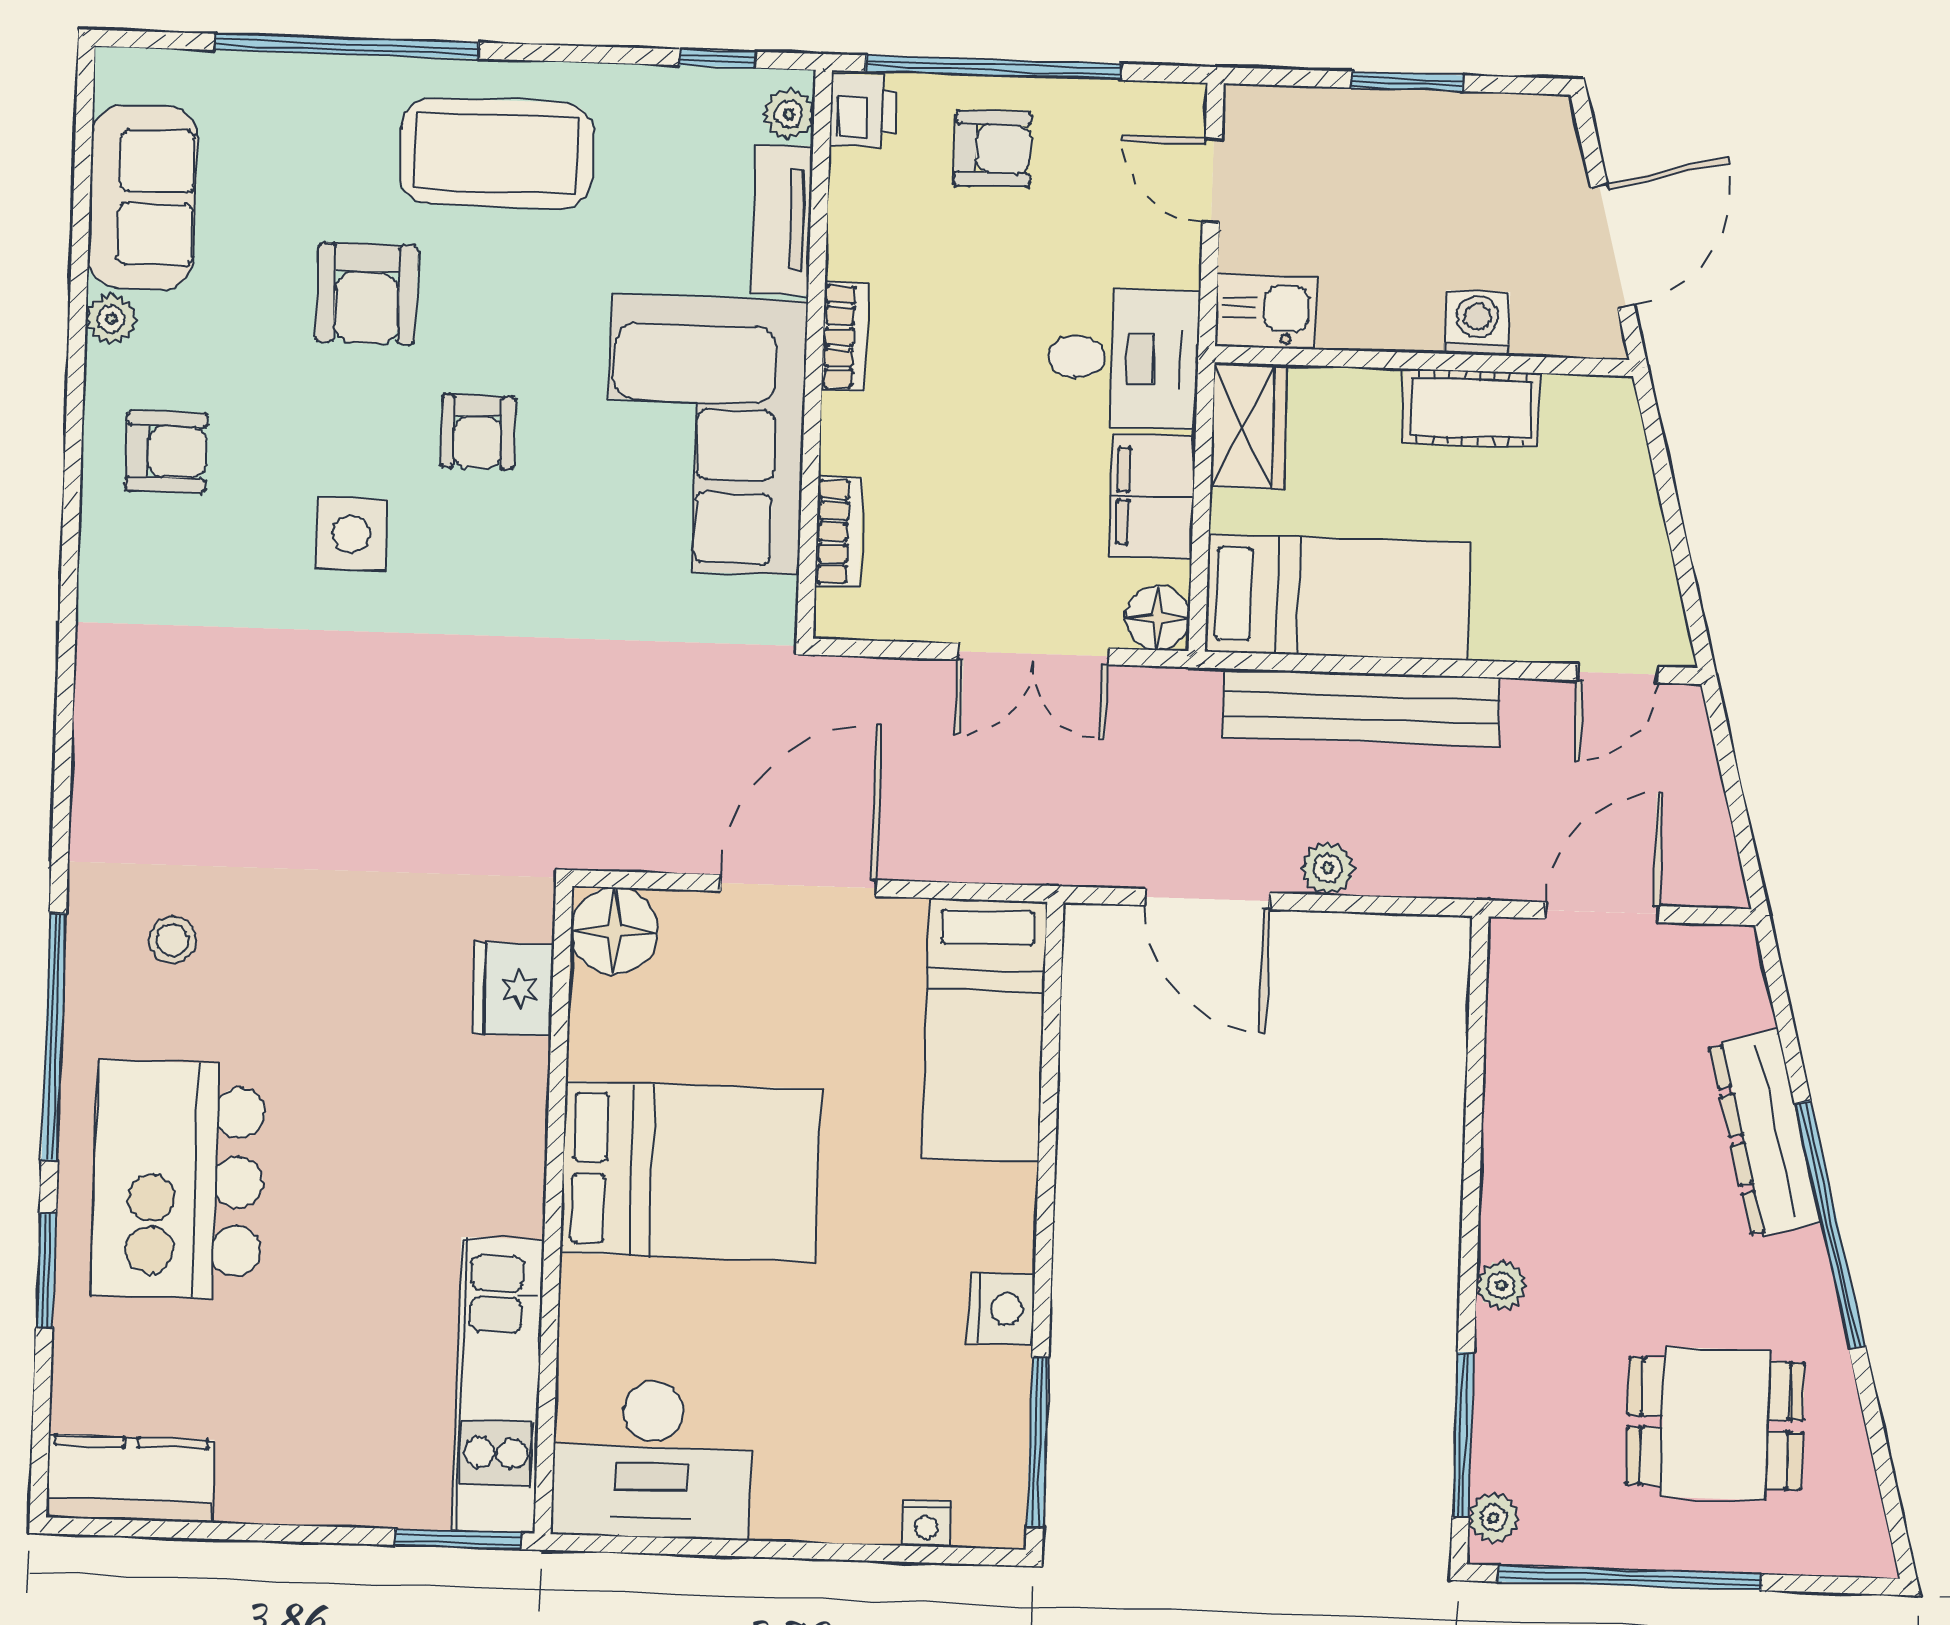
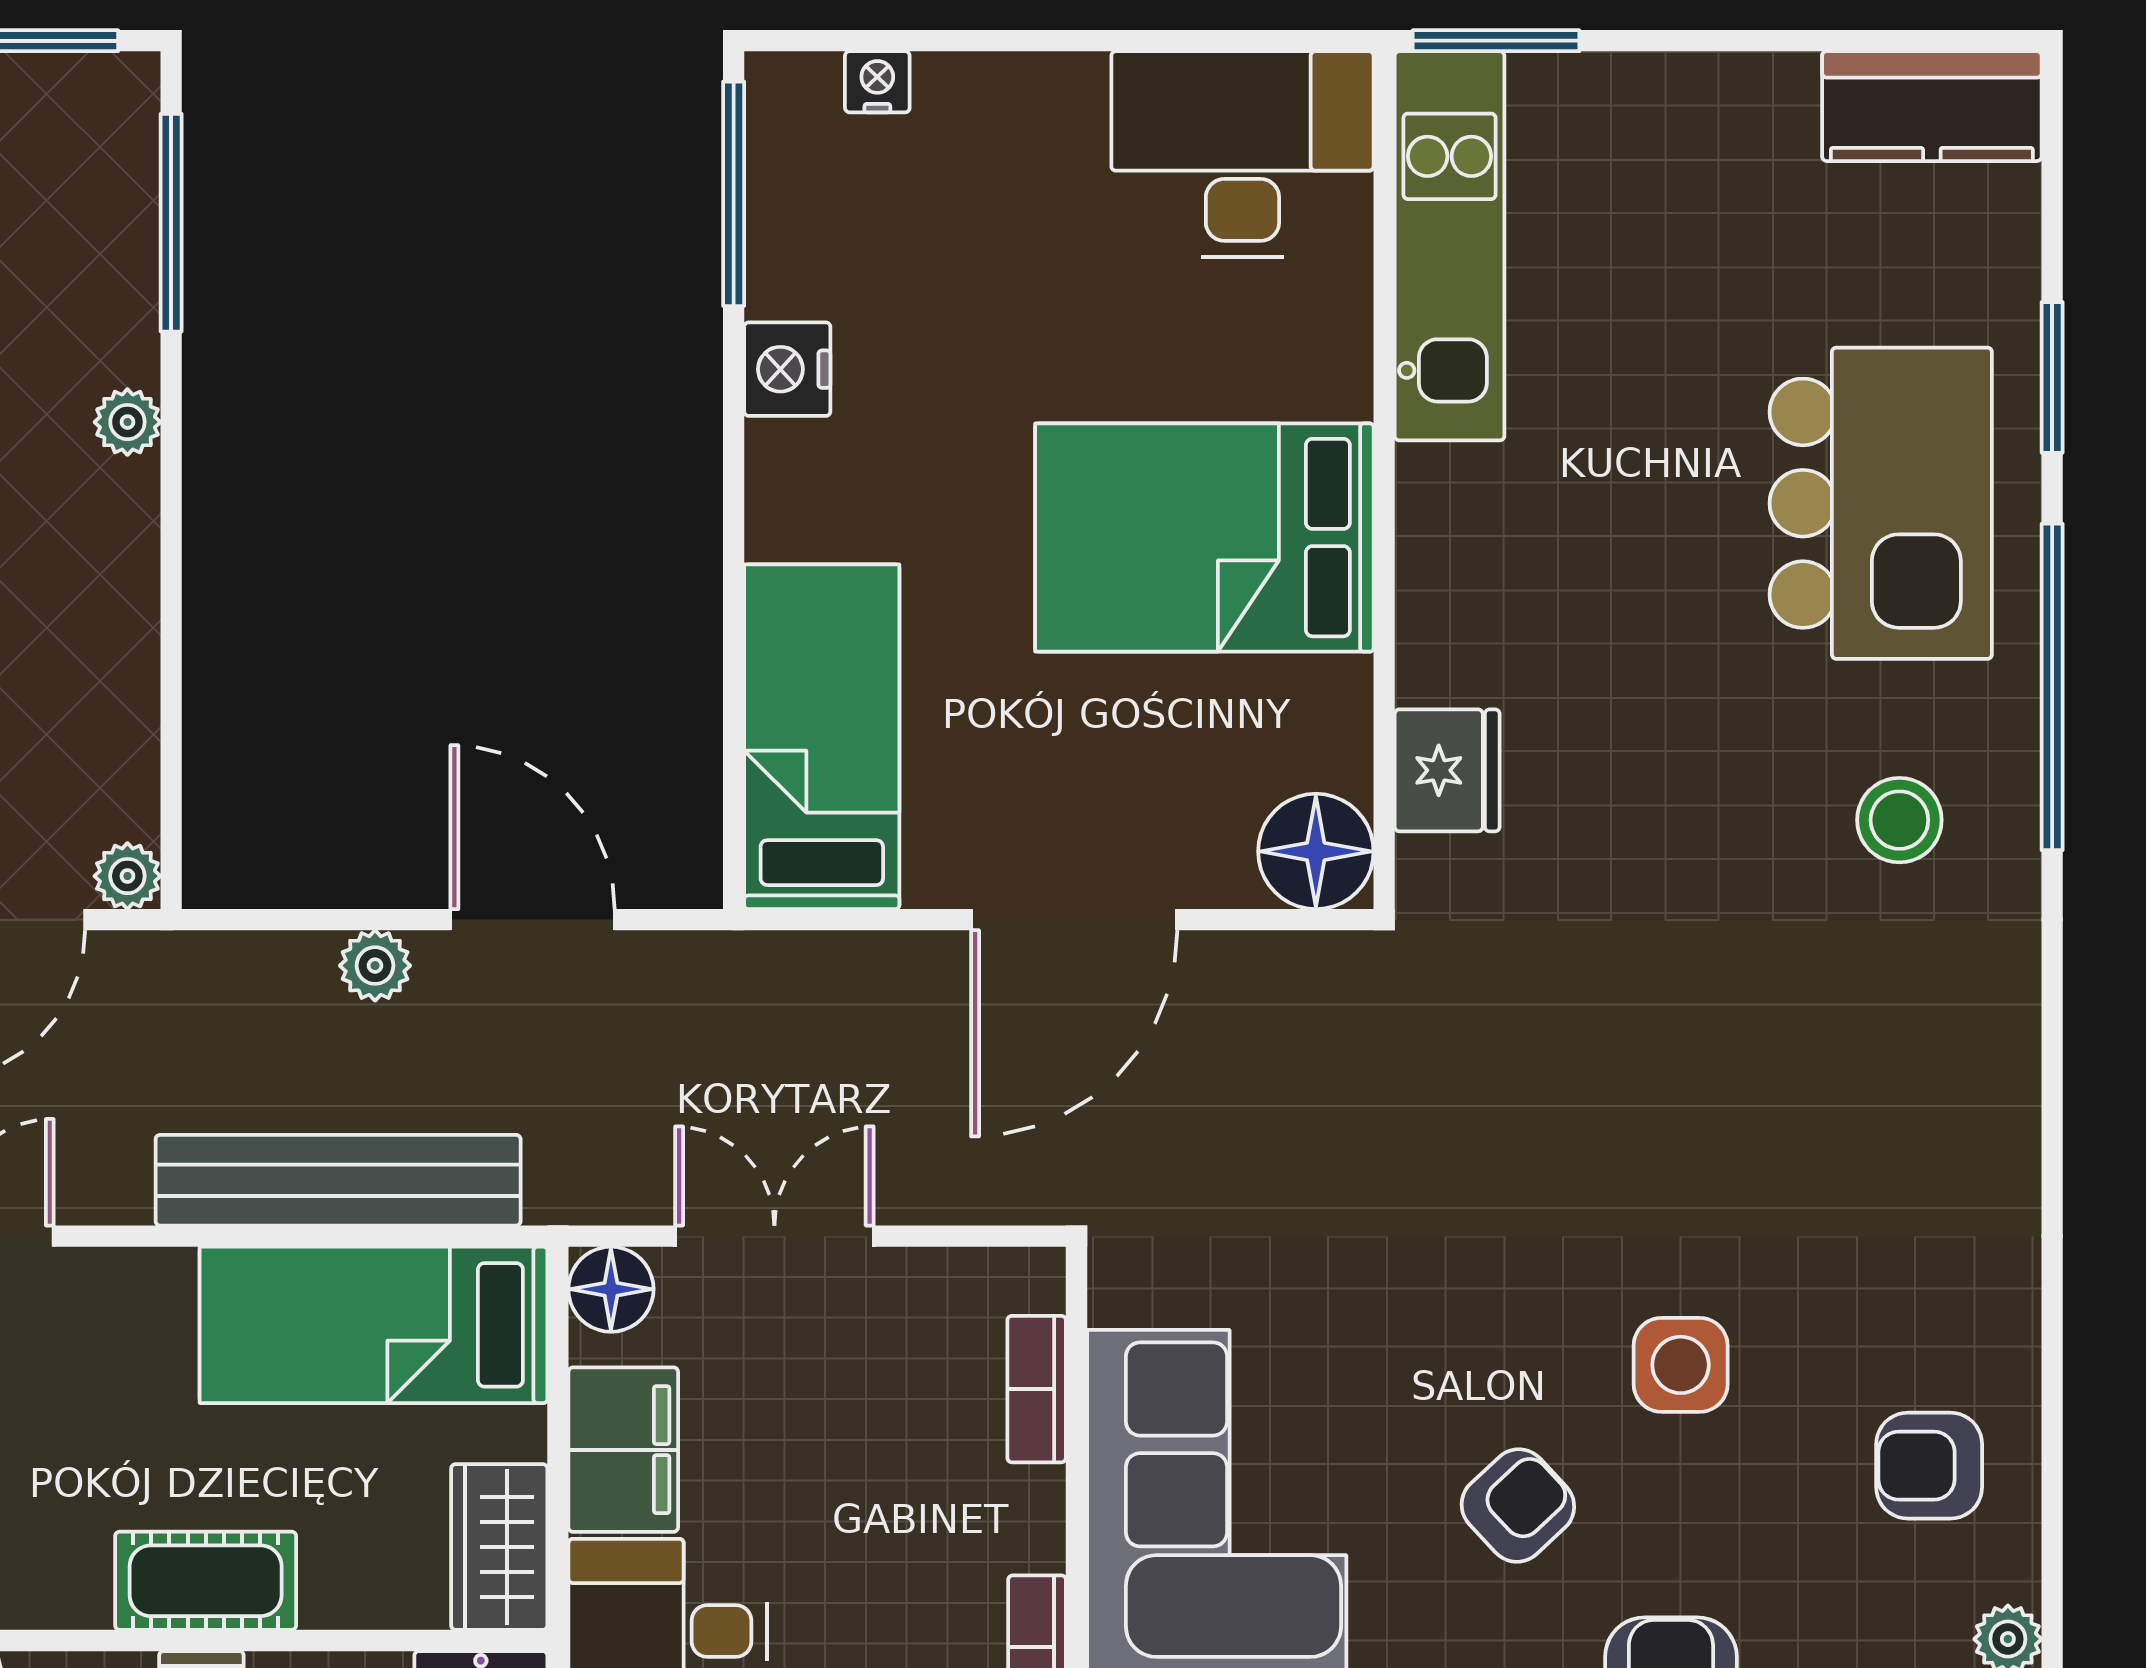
armchair: (478, 432) -> (1518, 1506), turned 47
stool: (173, 940) -> (1899, 820), width x1.37, depth x1.37
plant: (1494, 1518) -> (127, 876), moved

